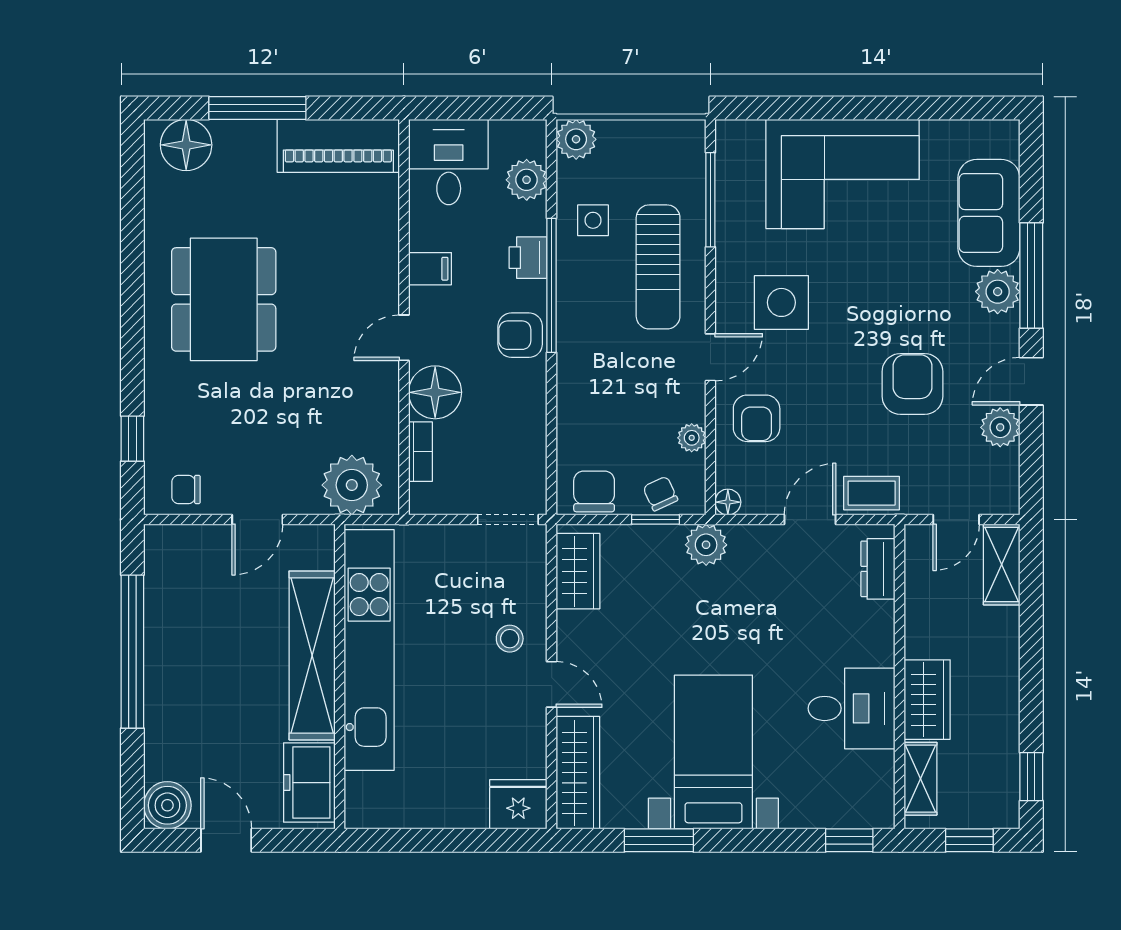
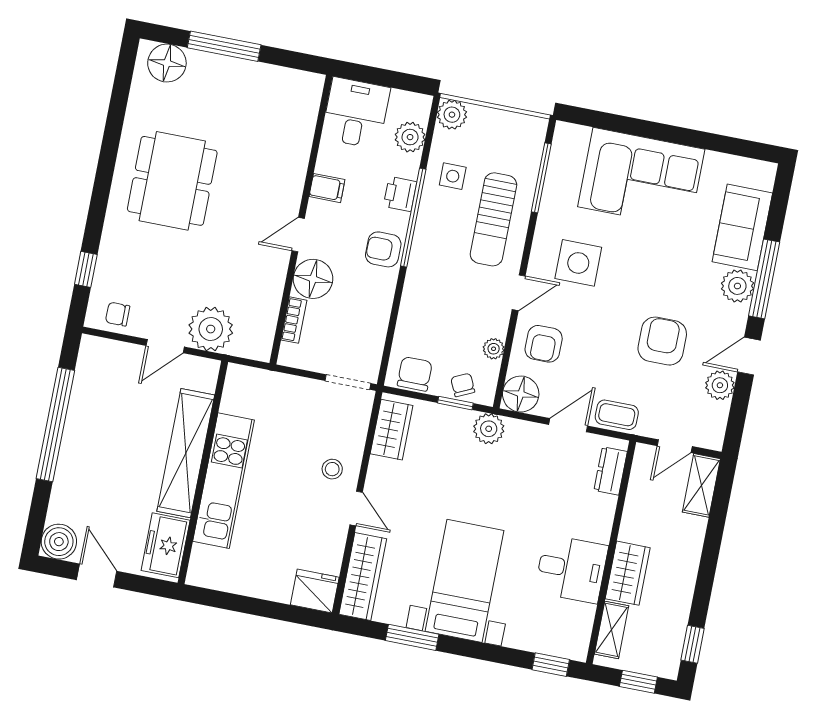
piano: (338, 146) -> (278, 85), removed
plant: (352, 485) -> (211, 329), moved
floor lamp: (728, 502) -> (521, 394), width x1.89, depth x1.89
kitchen unit: (369, 650) -> (224, 481), width x0.73

